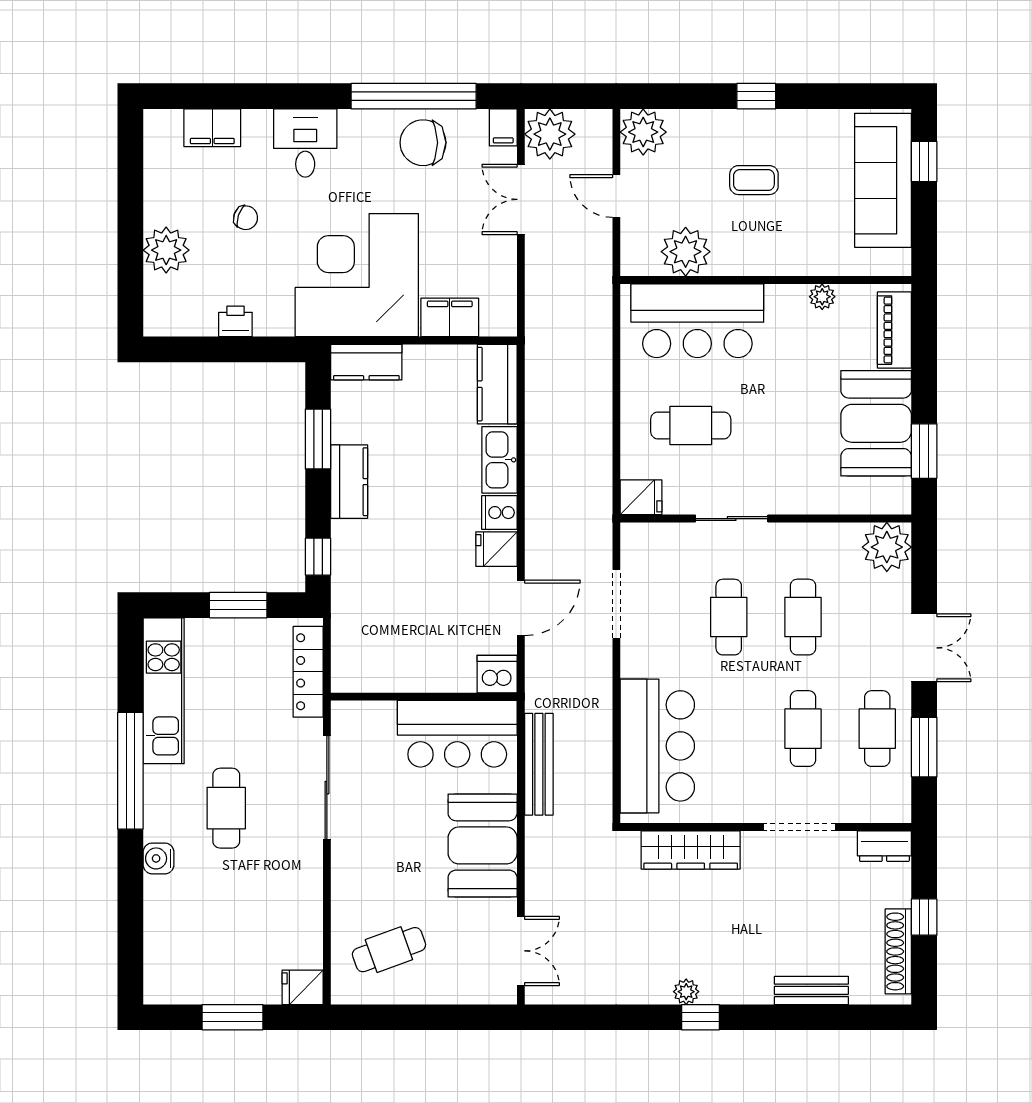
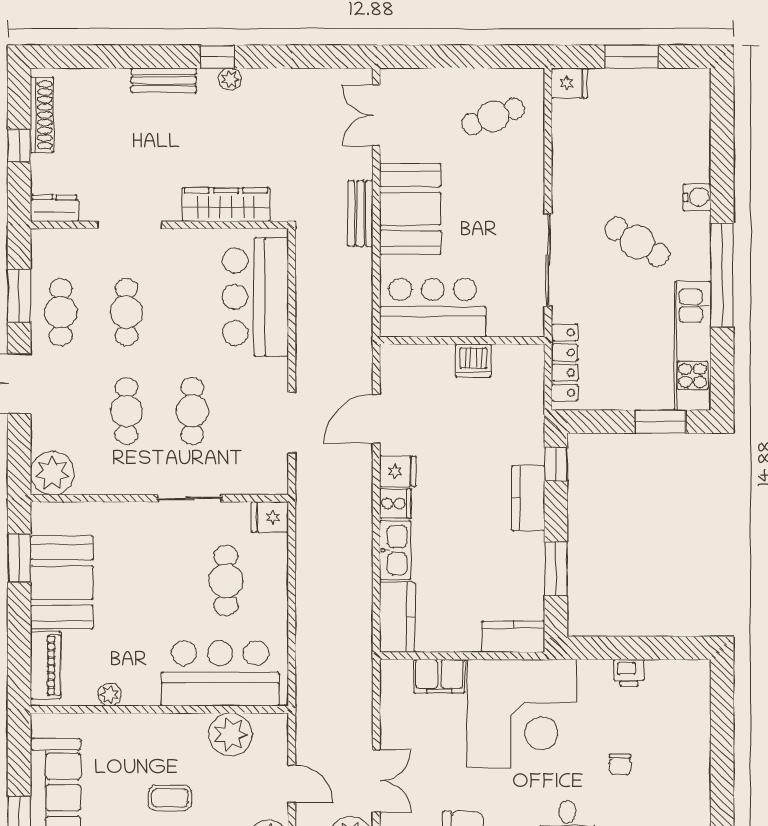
chair: (246, 218) -> (620, 765), turned -109
plant: (166, 250) -> (690, 736), removed
cafe table: (691, 425) -> (226, 581), turned 90
kitchen counter: (349, 482) -> (528, 498), moved
window: (238, 605) -> (660, 422), moved
dishwasher: (497, 674) -> (473, 360), moved
bench: (539, 764) -> (360, 213), moved, width x0.73
cafe table: (226, 808) -> (637, 242), turned -58
bench: (811, 990) -> (164, 80), moved

